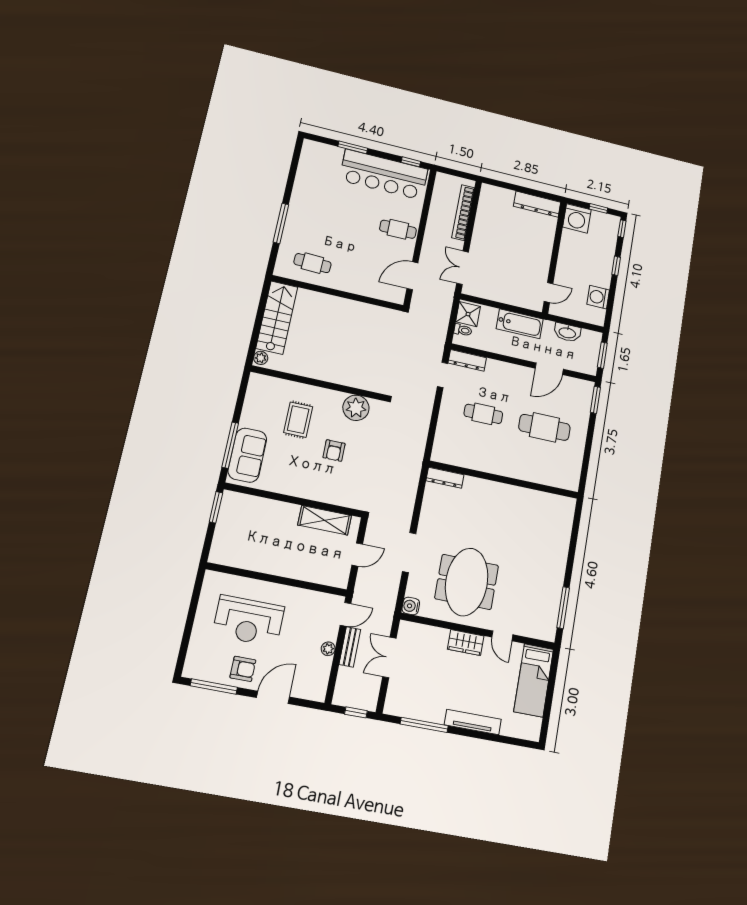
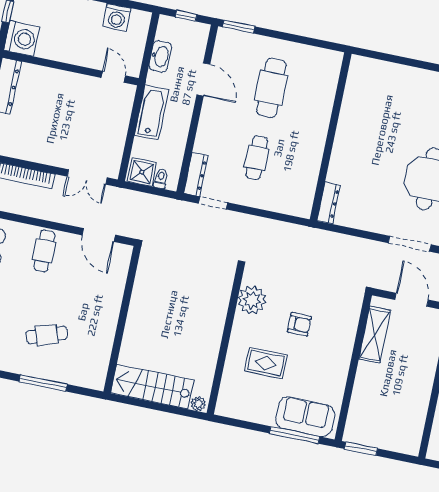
cafe table: (312, 263) -> (47, 335), moved, turned 69
window: (602, 355) -> (186, 16), width x0.67
door: (357, 555) -> (411, 300), width x1.38

